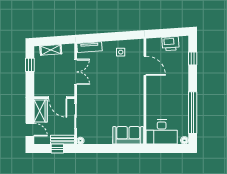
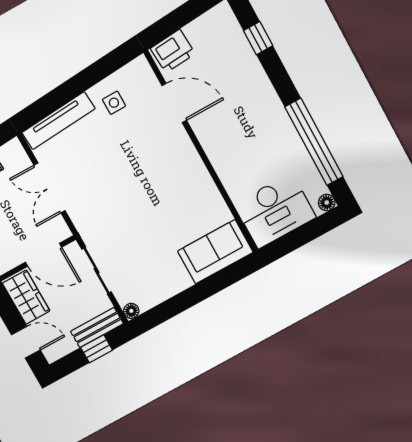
printer: (171, 44) -> (173, 51), moved
tv unit: (89, 47) -> (58, 121), width x1.41
double door: (76, 72) -> (50, 188), swing flipped

